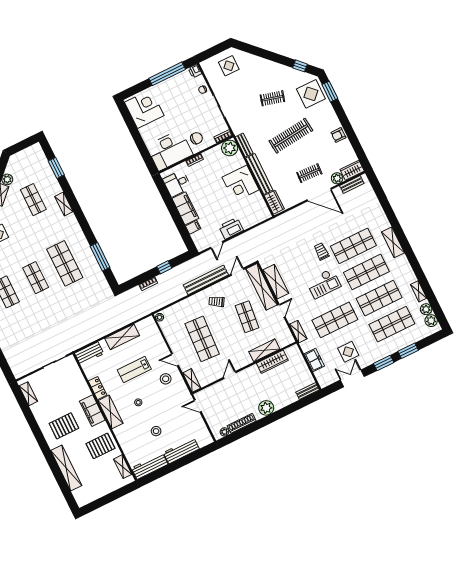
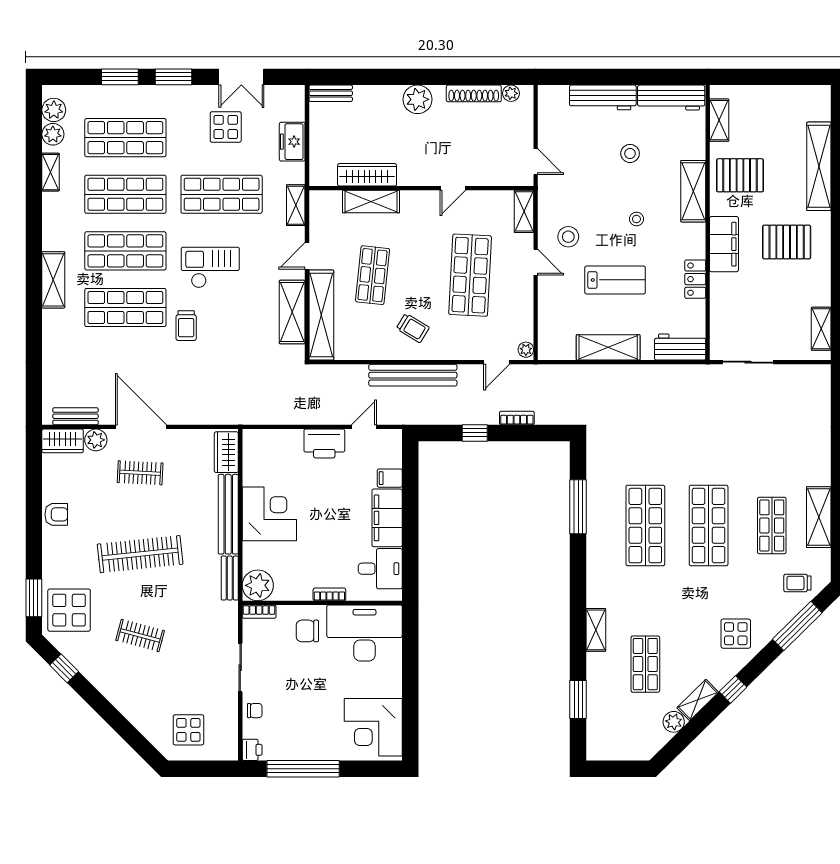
door: (237, 272) -> (497, 362), moved
shop shelf: (36, 278) -> (709, 526), width x1.43, depth x1.36
shelving: (110, 412) -> (693, 191), moved

